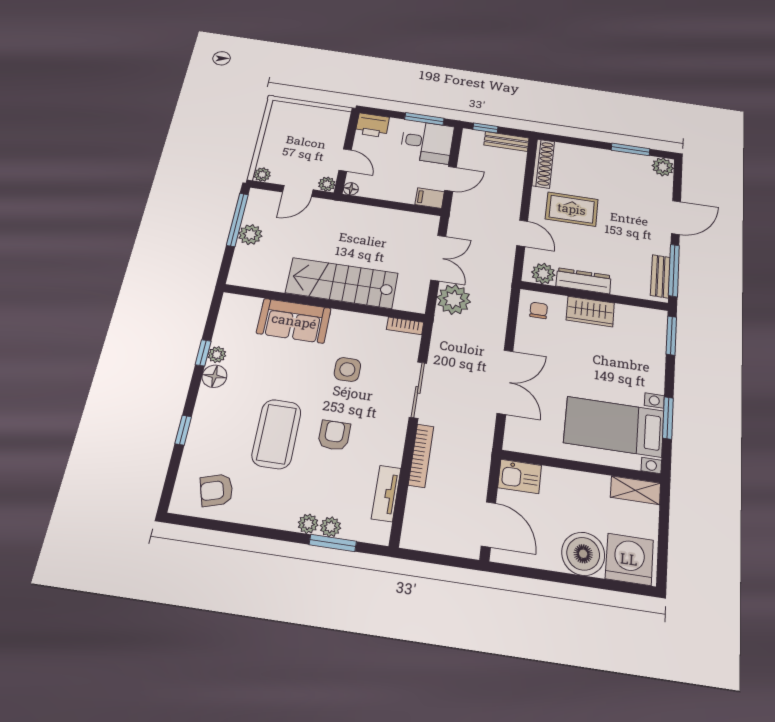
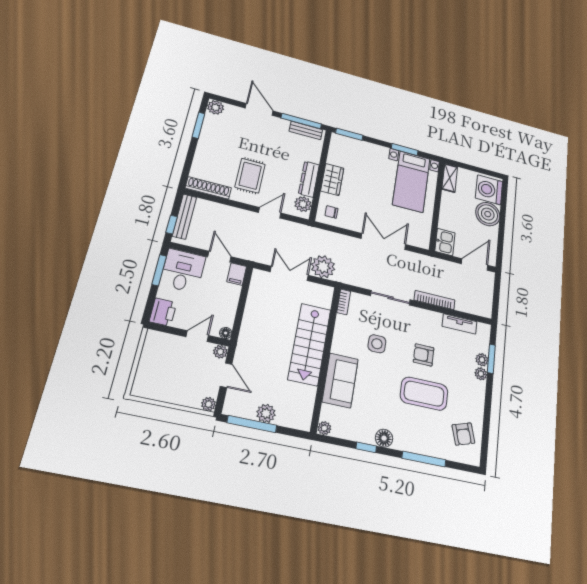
bench: (506, 142) -> (184, 217), width x1.36
plant: (217, 355) -> (324, 428), moved
window: (183, 430) -> (424, 459), width x2.17

